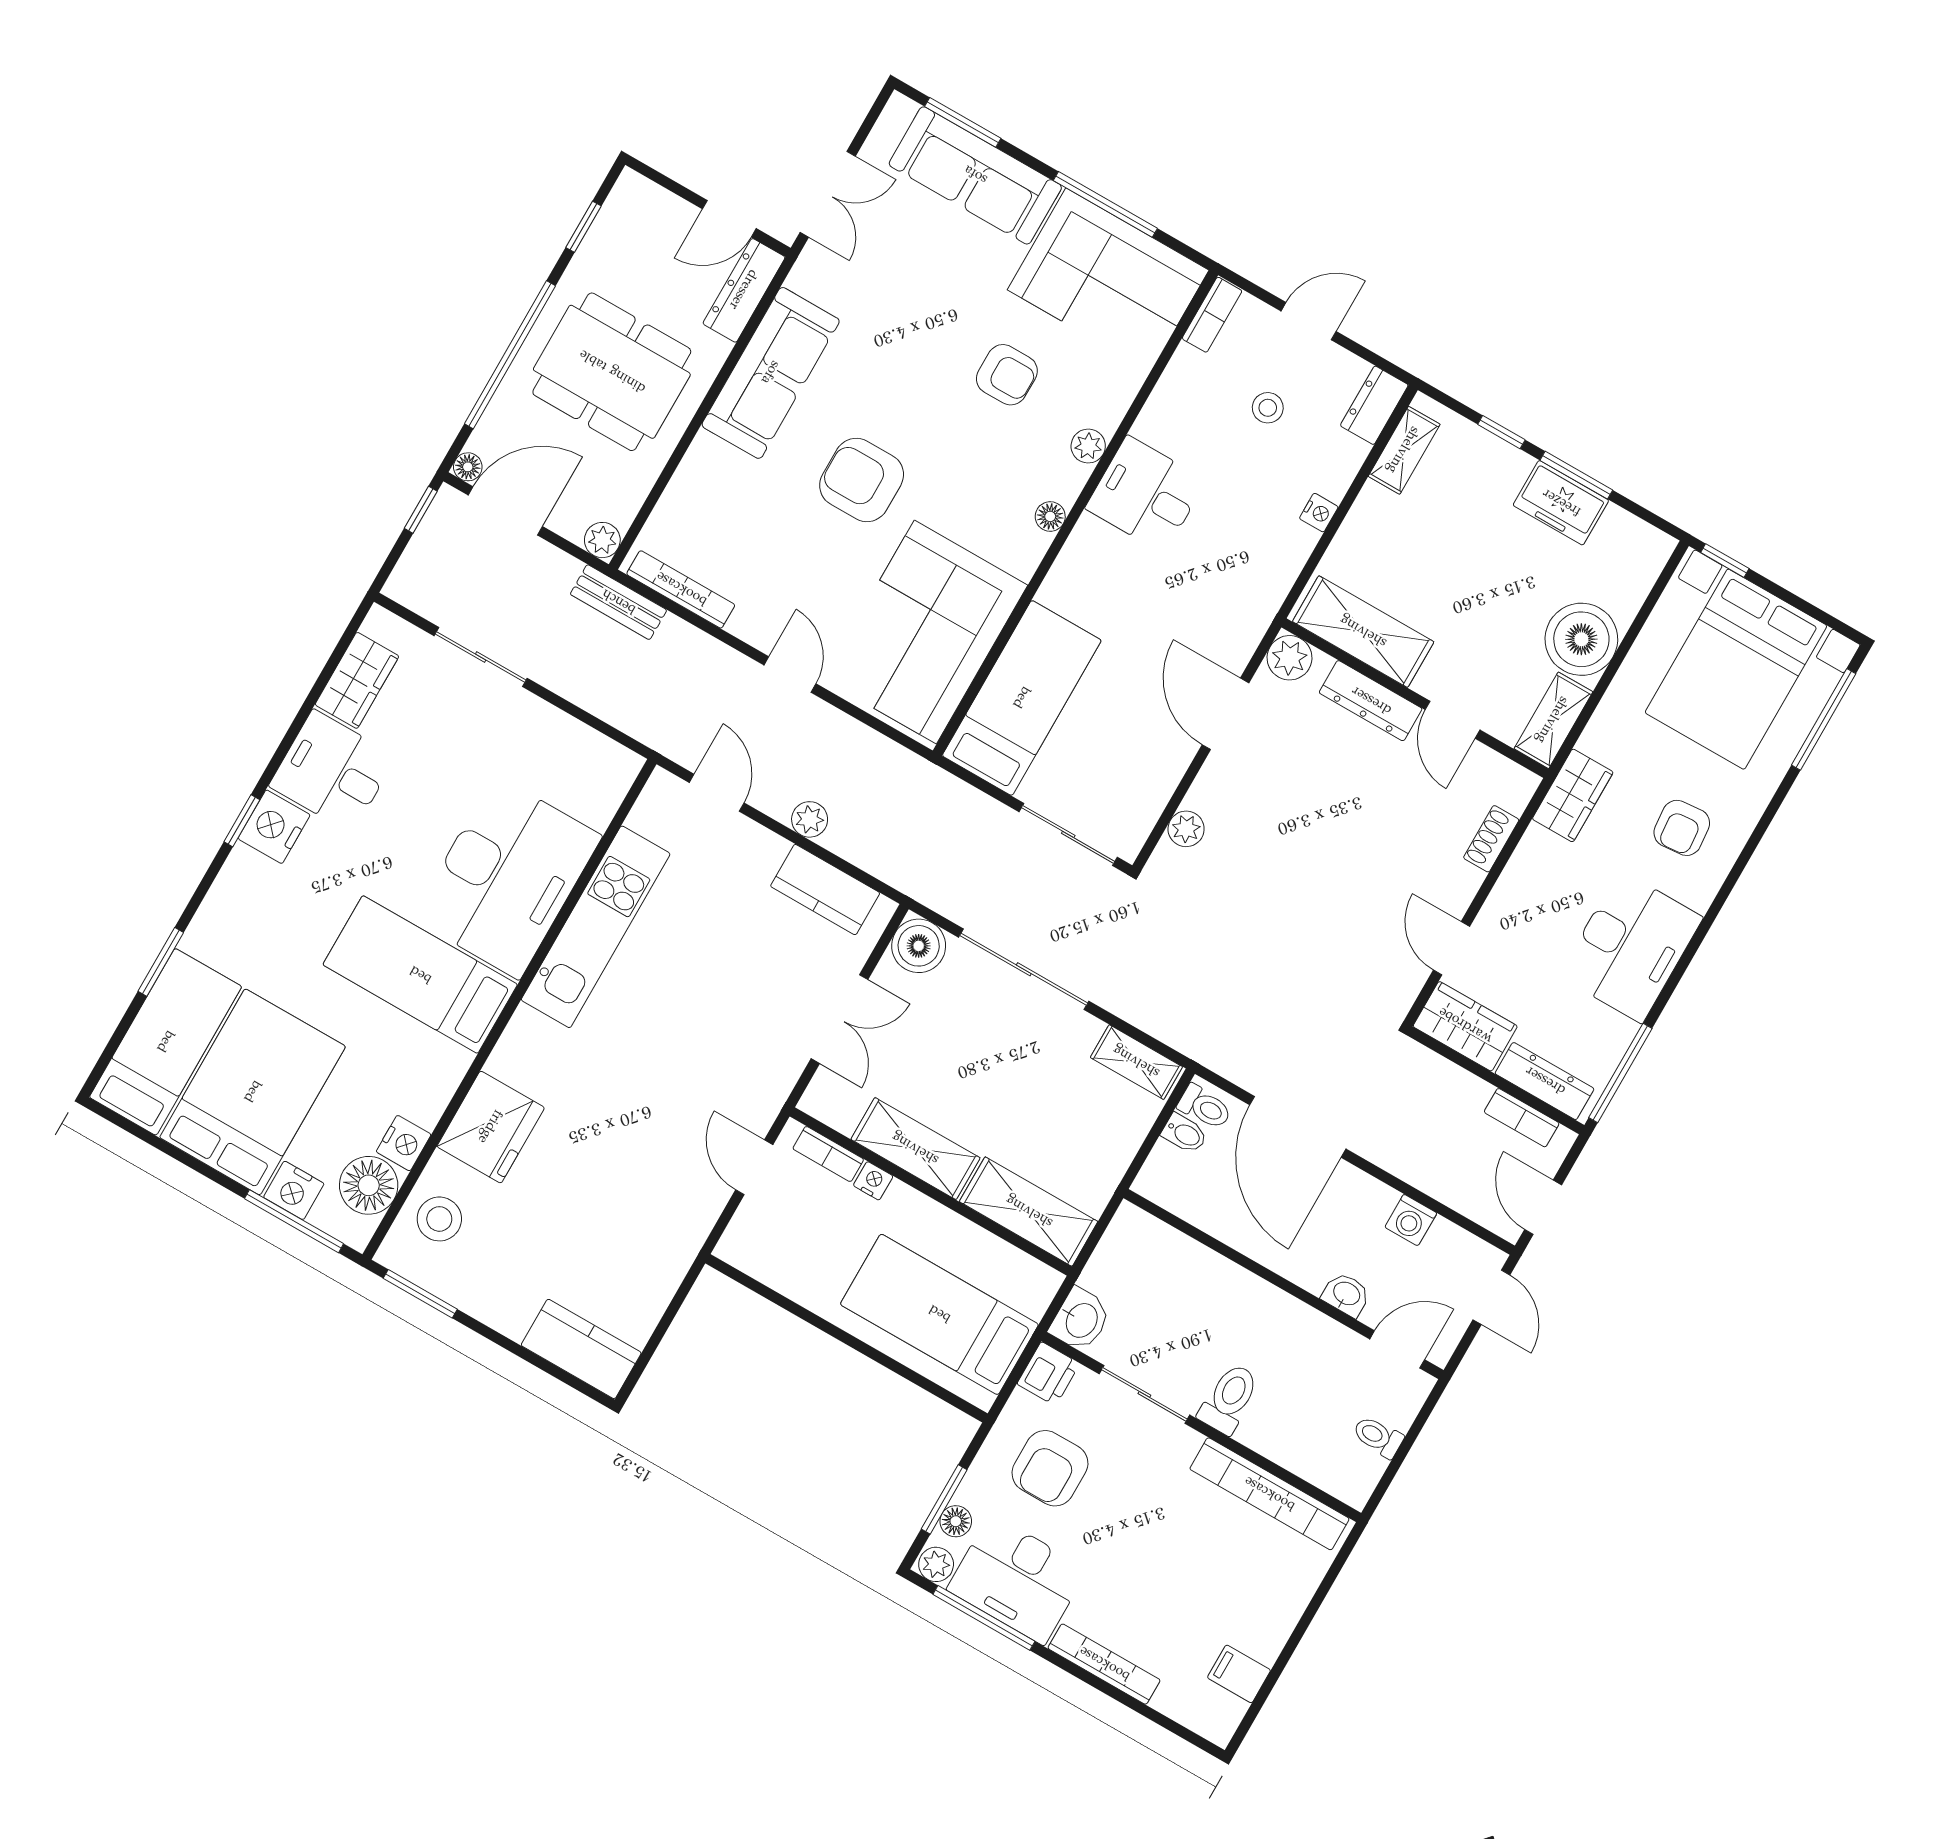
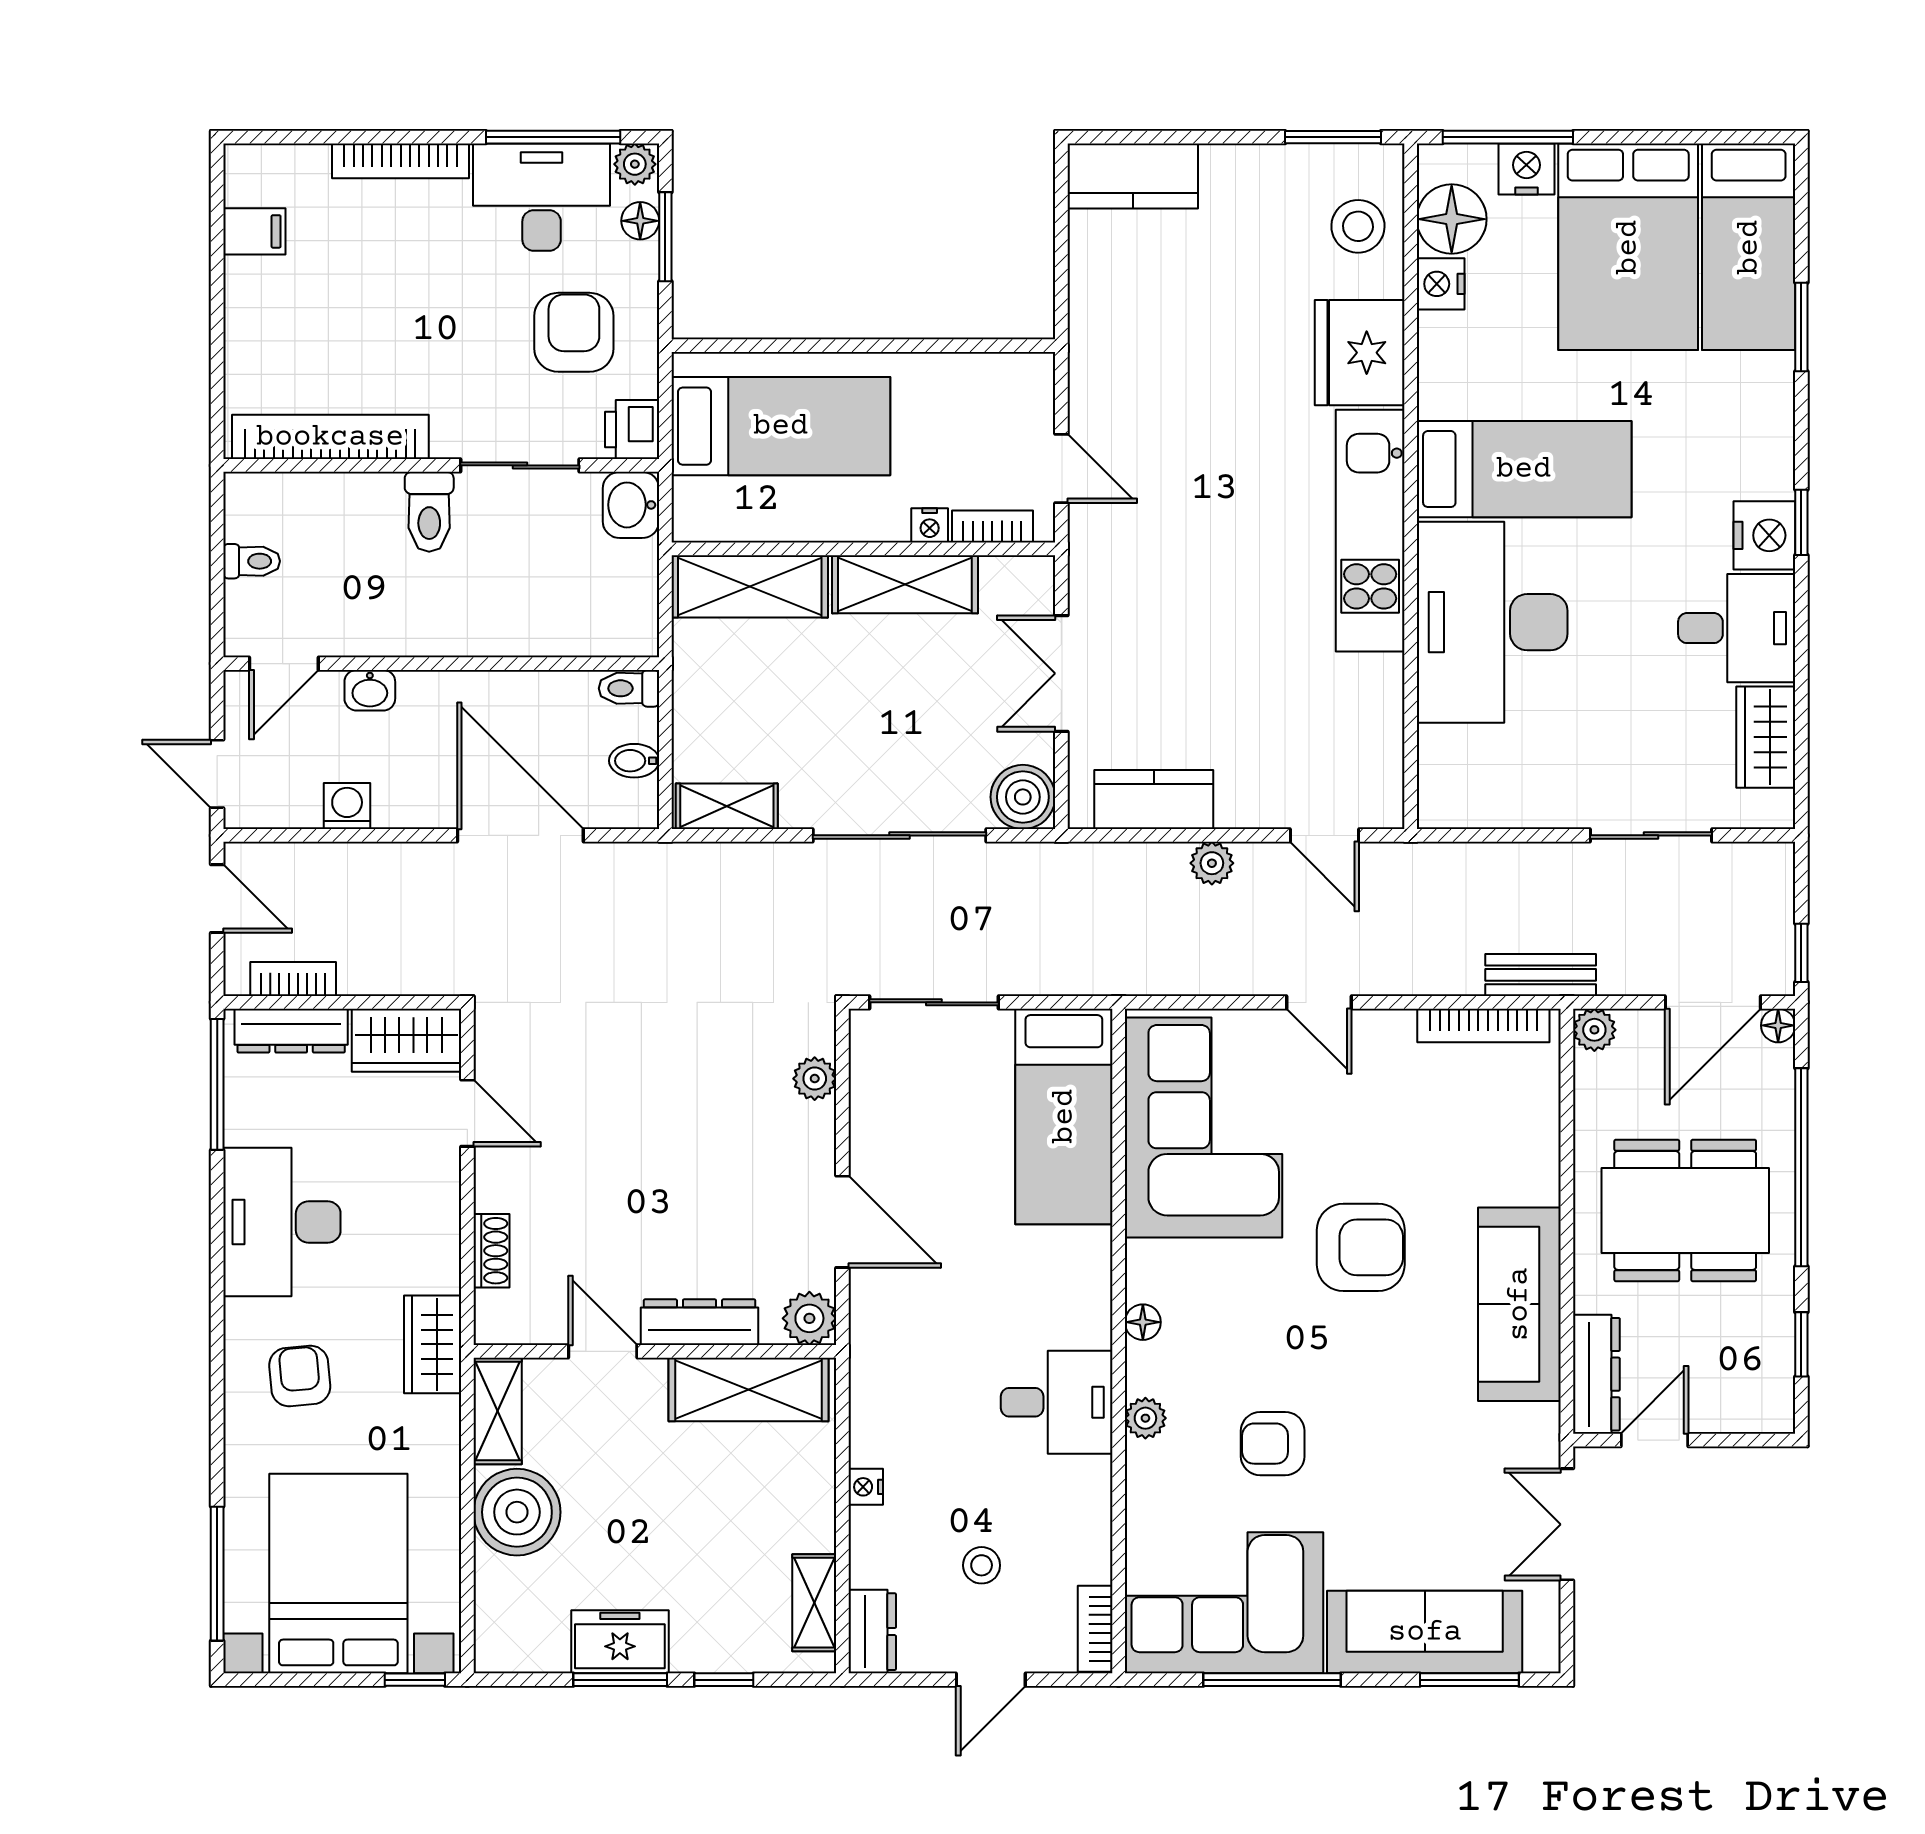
kitchen unit: (596, 927) -> (1370, 531), moved
toilet: (1205, 1107) -> (629, 688), moved

